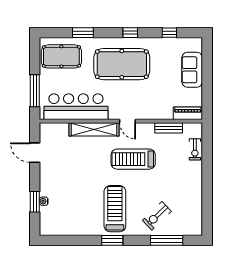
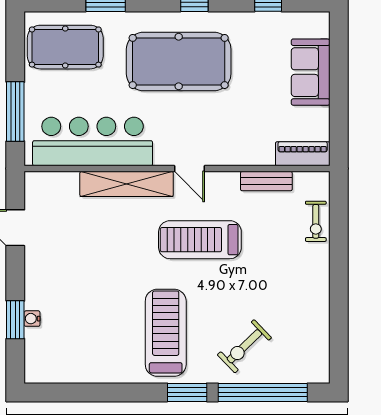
window: (112, 240) -> (187, 392), moved
window: (167, 240) -> (263, 392), width x1.46

